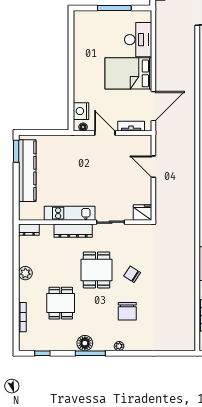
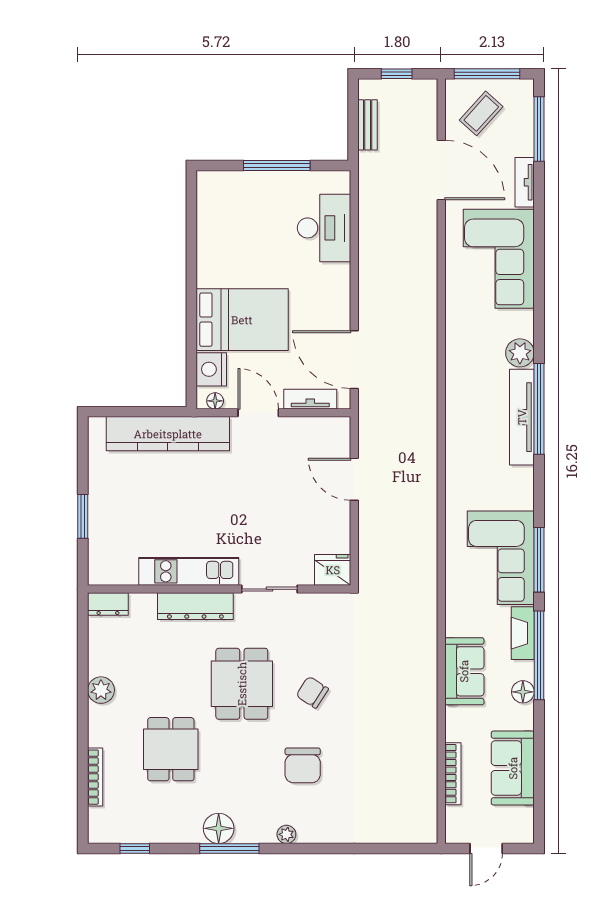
bed: (128, 73) -> (242, 320), moved, turned 180
door: (153, 106) -> (354, 360), swing flipped
window: (16, 151) -> (83, 516), moved
kitchen counter: (27, 171) -> (168, 434), moved, turned 90

